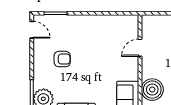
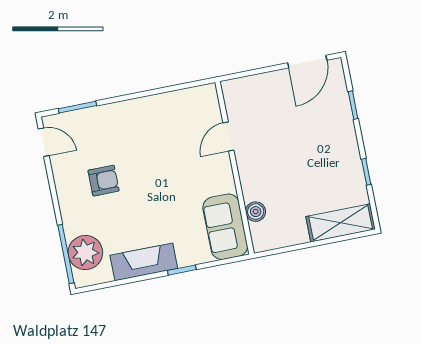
boiler: (152, 90) -> (256, 212), width x0.54, depth x0.54

